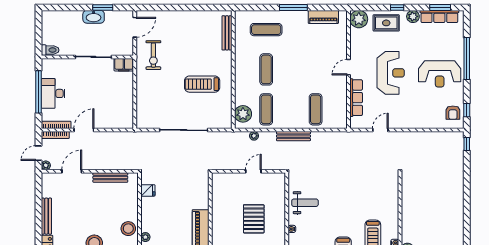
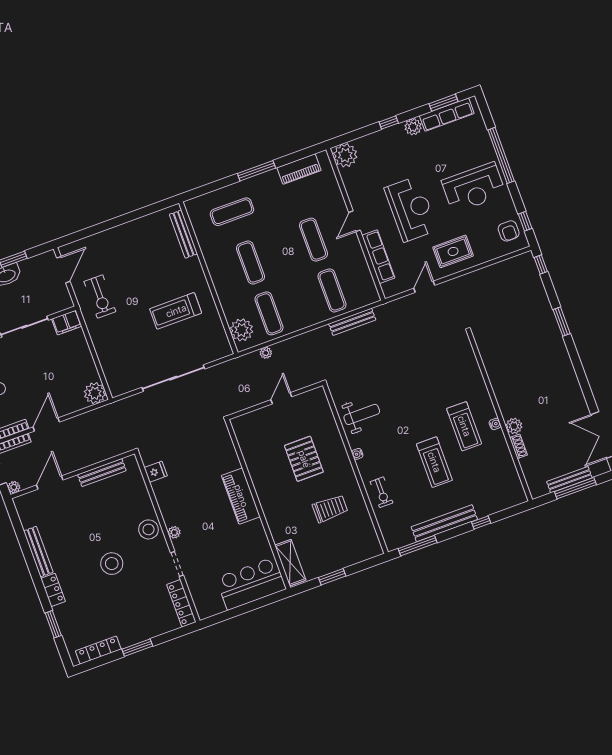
rug: (386, 23) -> (453, 251), moved
exercise mat: (316, 69) -> (313, 240), added
plant: (125, 121) -> (95, 393), added
bench: (293, 136) -> (352, 322), moved
window: (467, 189) -> (562, 322), added

